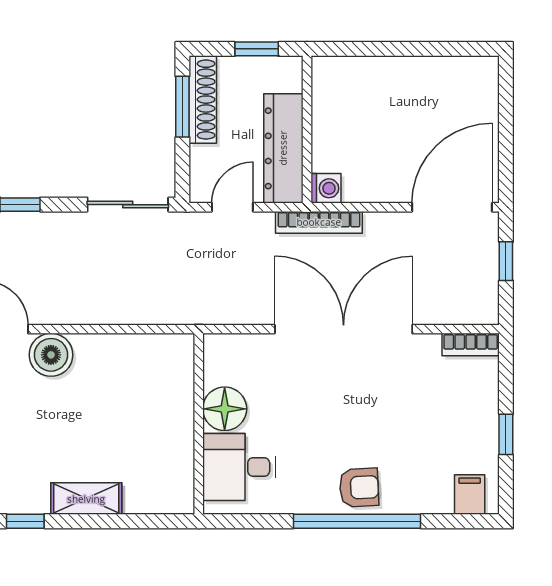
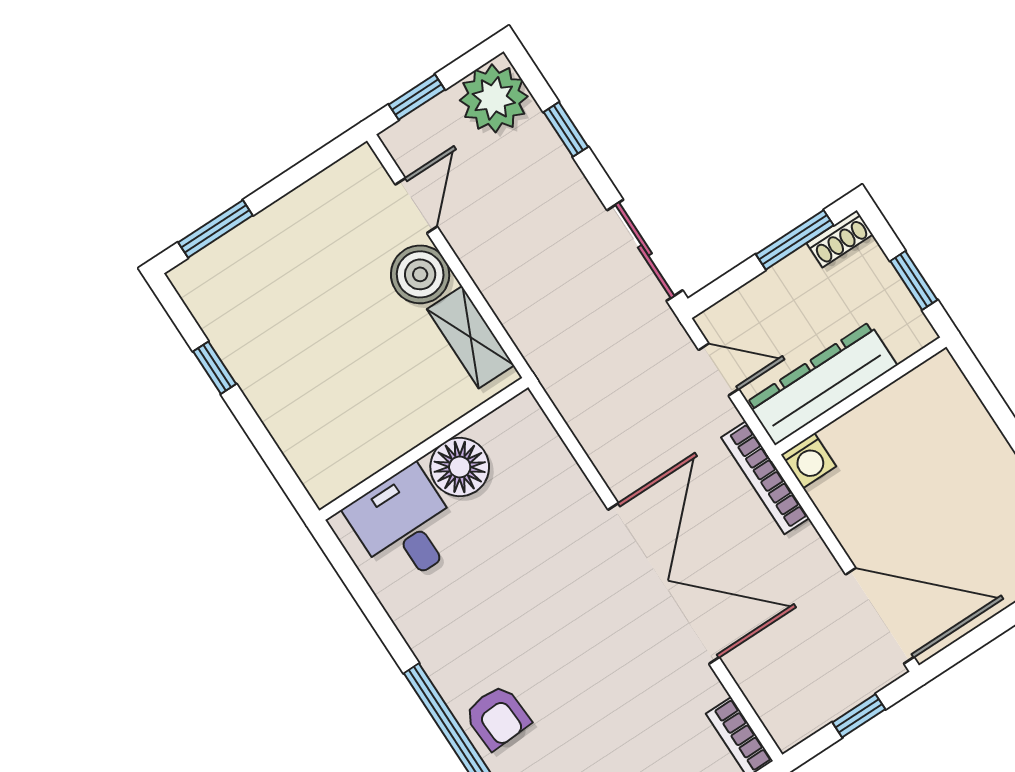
shoe rack: (203, 100) -> (840, 239), width x0.51, depth x0.81
floor lamp: (225, 409) -> (460, 467), moved
wall: (199, 424) -> (424, 449), moved
desk: (239, 467) -> (405, 526), moved
shelving: (86, 499) -> (470, 337), moved

